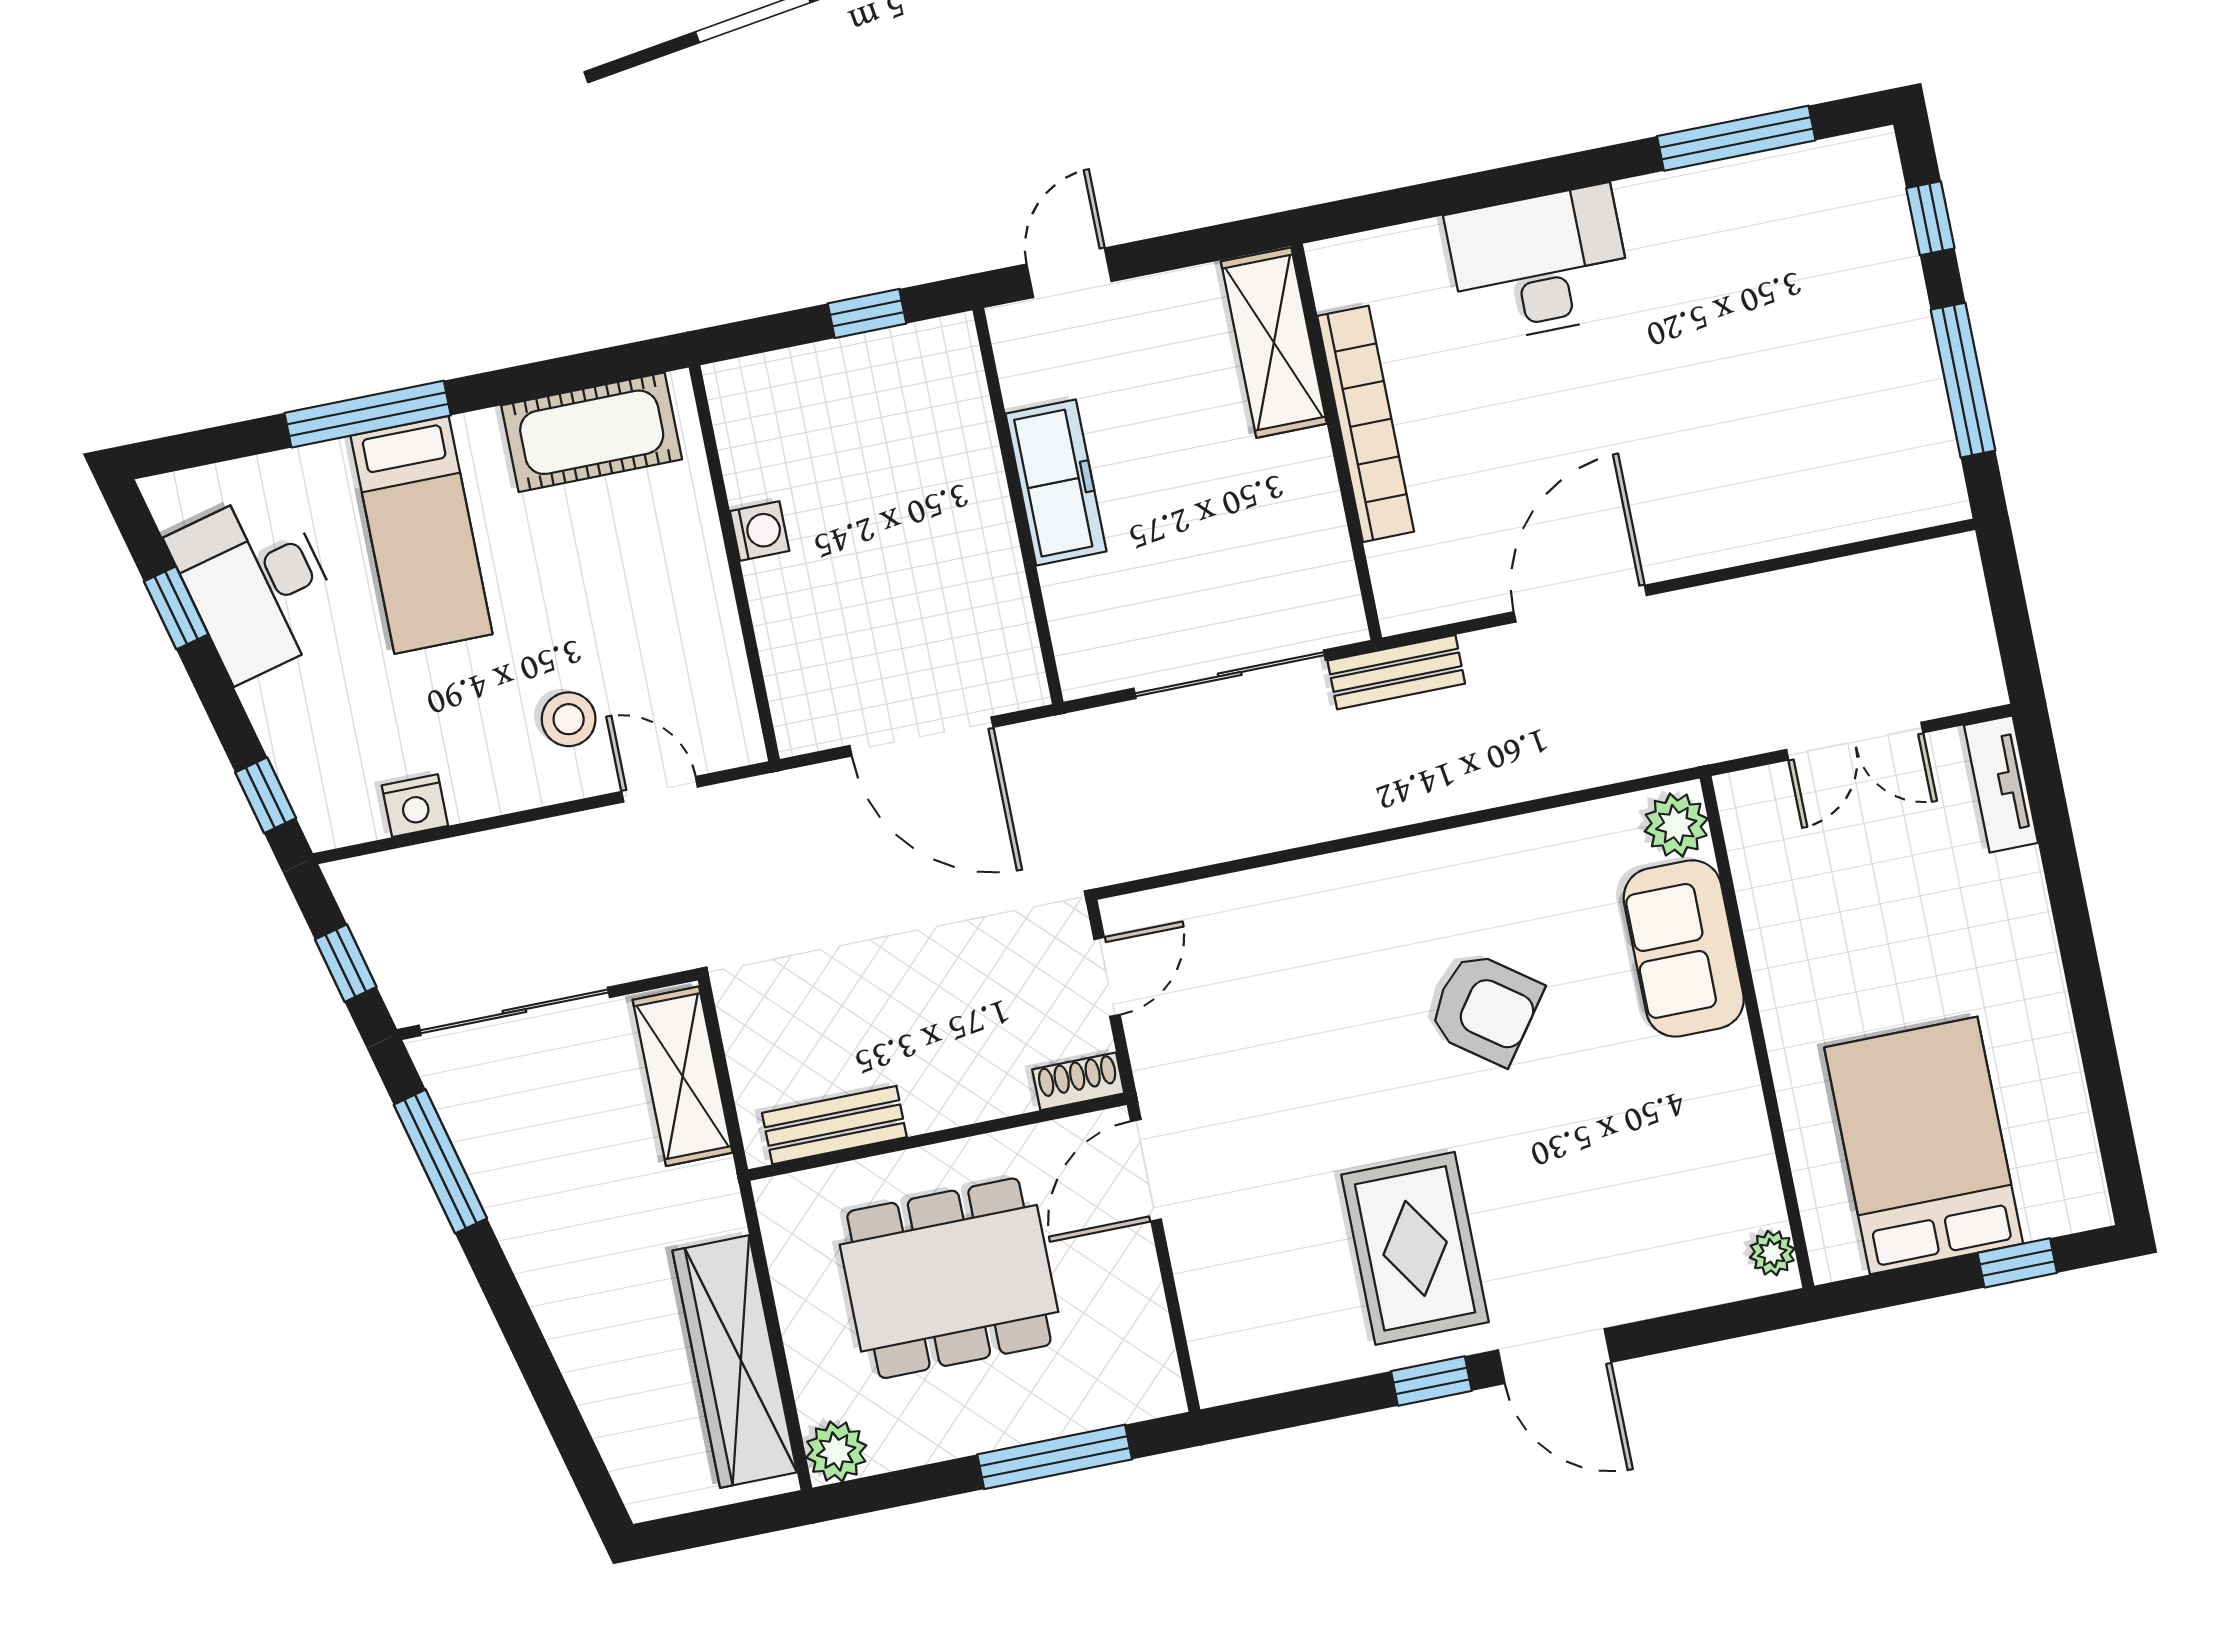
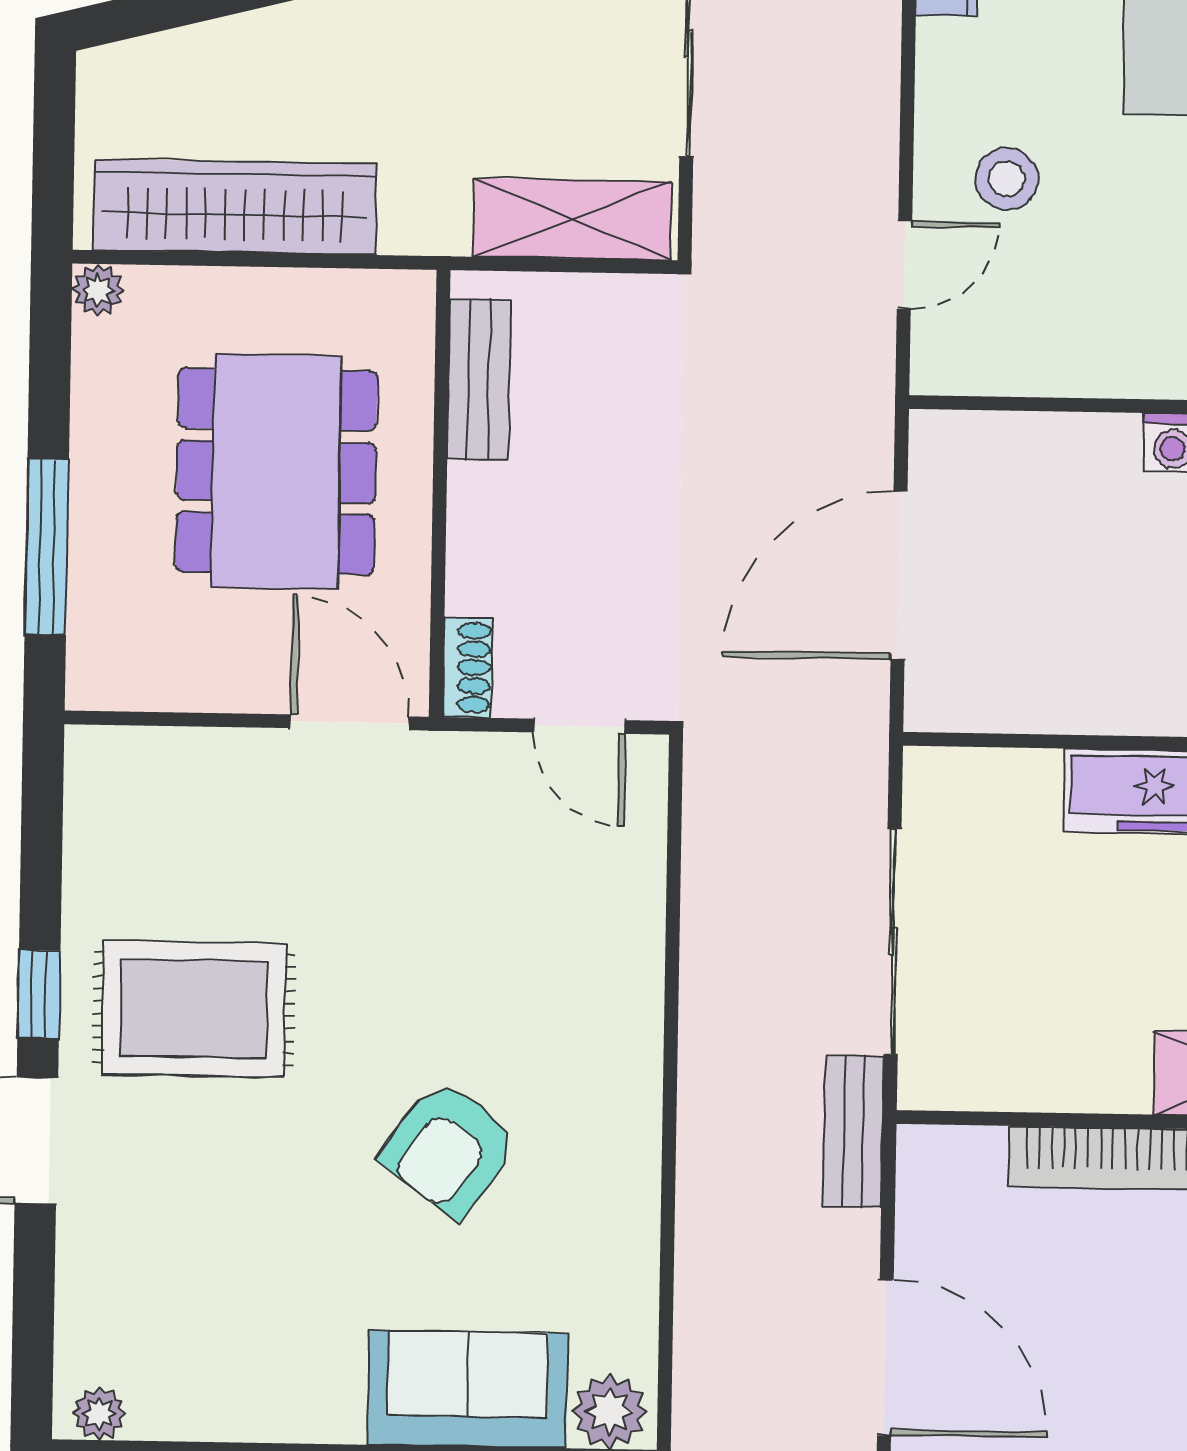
plant: (836, 1451) -> (98, 290), width x0.73, depth x0.73

